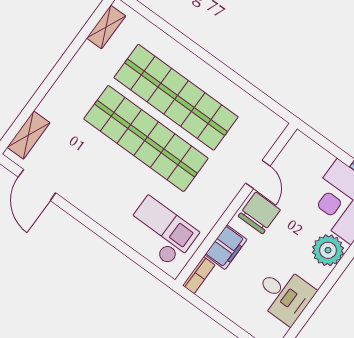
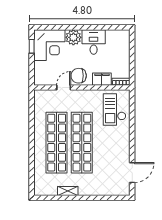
shelving: (106, 27) -> (68, 191), moved
shelving: (28, 135) -> (115, 191), removed
desk: (284, 295) -> (94, 42), moved

